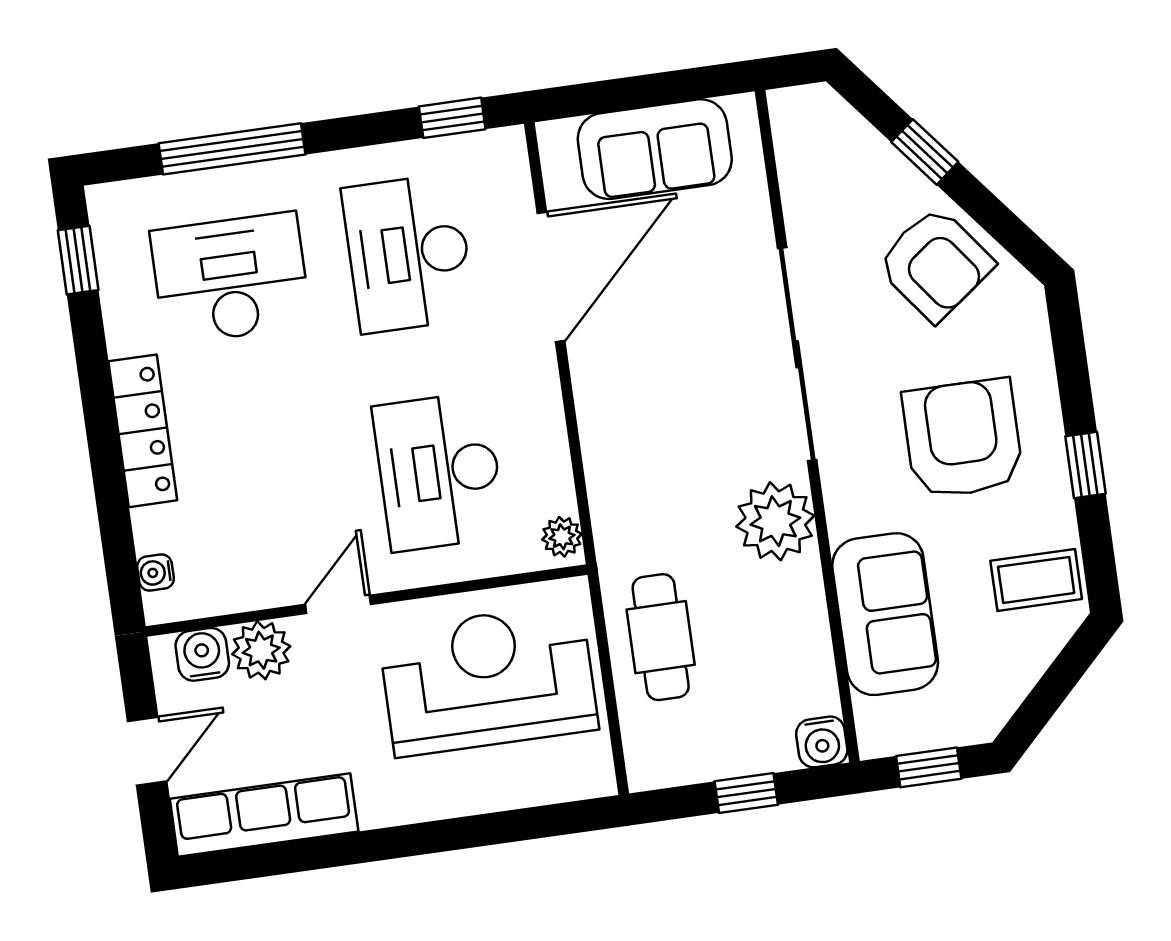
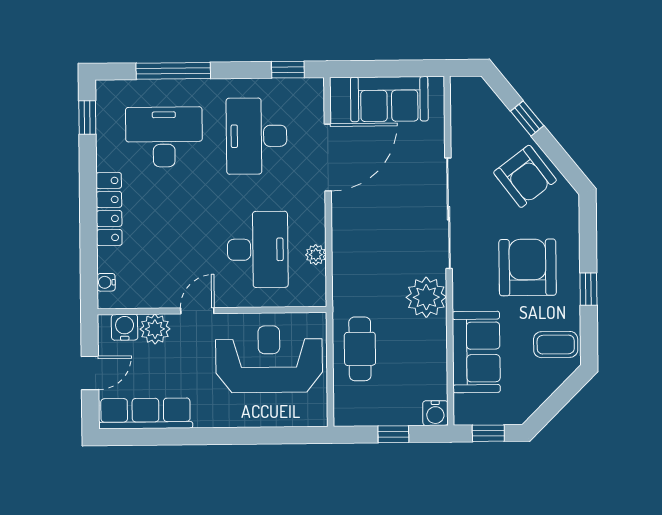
desk: (439, 472) -> (258, 250), turned 180
plant: (562, 537) -> (316, 255), moved

